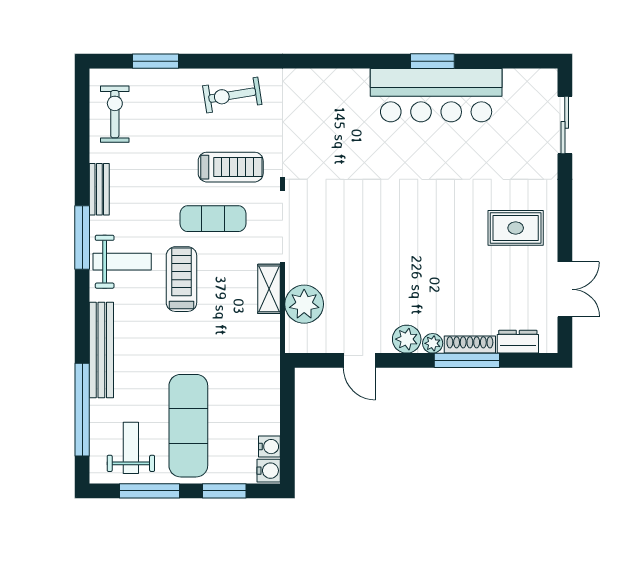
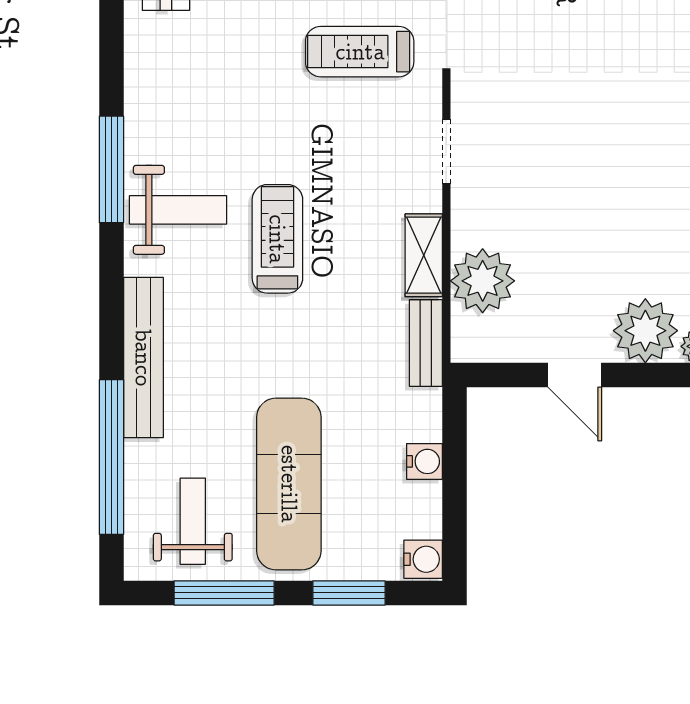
treadmill: (231, 167) -> (360, 52), turned 180
bench: (99, 189) -> (426, 343), moved
exercise mat: (213, 219) -> (330, 138), removed
doorway: (283, 227) -> (446, 151), width x0.53
plant: (407, 339) -> (645, 331), width x1.36, depth x1.36
water cooler: (269, 447) -> (424, 461), moved

